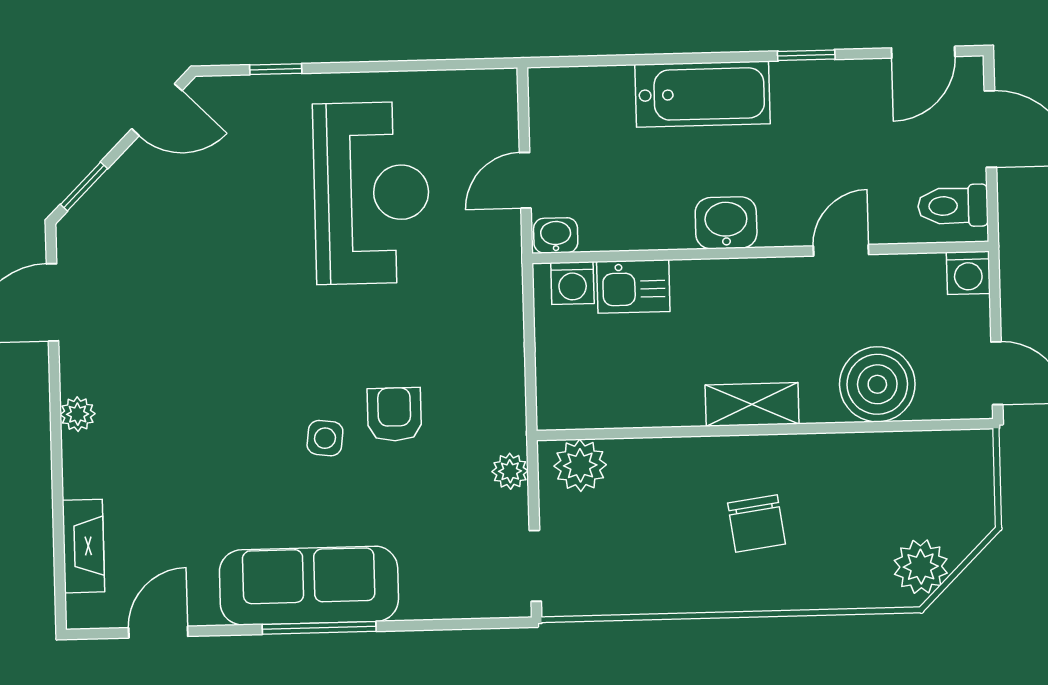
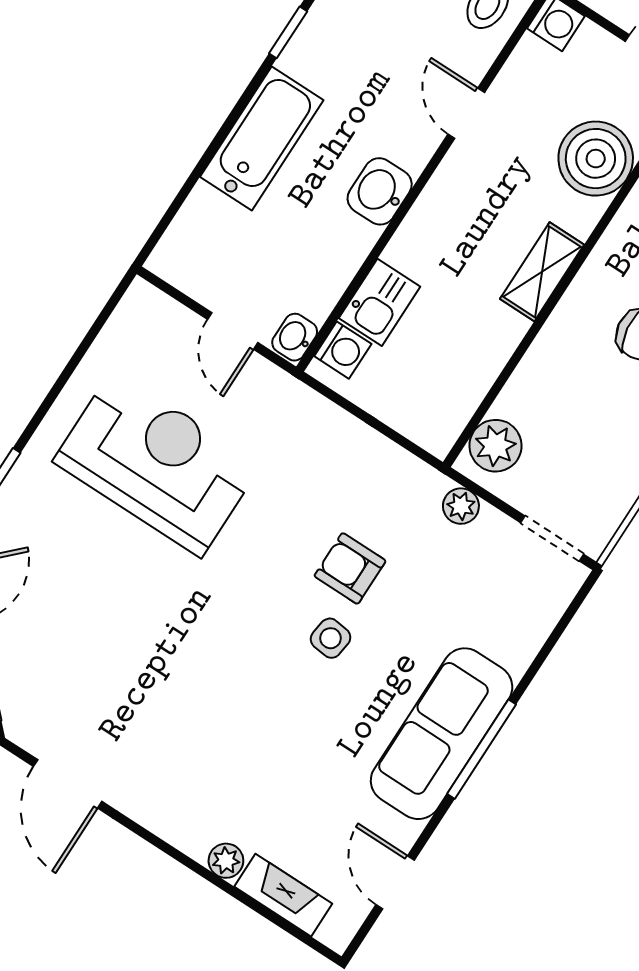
plant: (78, 414) -> (226, 861), moved

